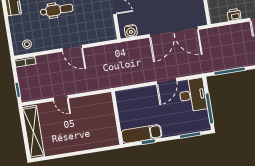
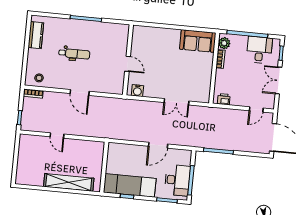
printer: (234, 15) -> (224, 99), moved
double door: (174, 32) -> (177, 102), width x0.54
desk: (193, 95) -> (177, 180), moved
shelving: (33, 132) -> (69, 182), moved, turned 90
exam couch: (142, 134) -> (130, 185), width x1.36, depth x1.45

